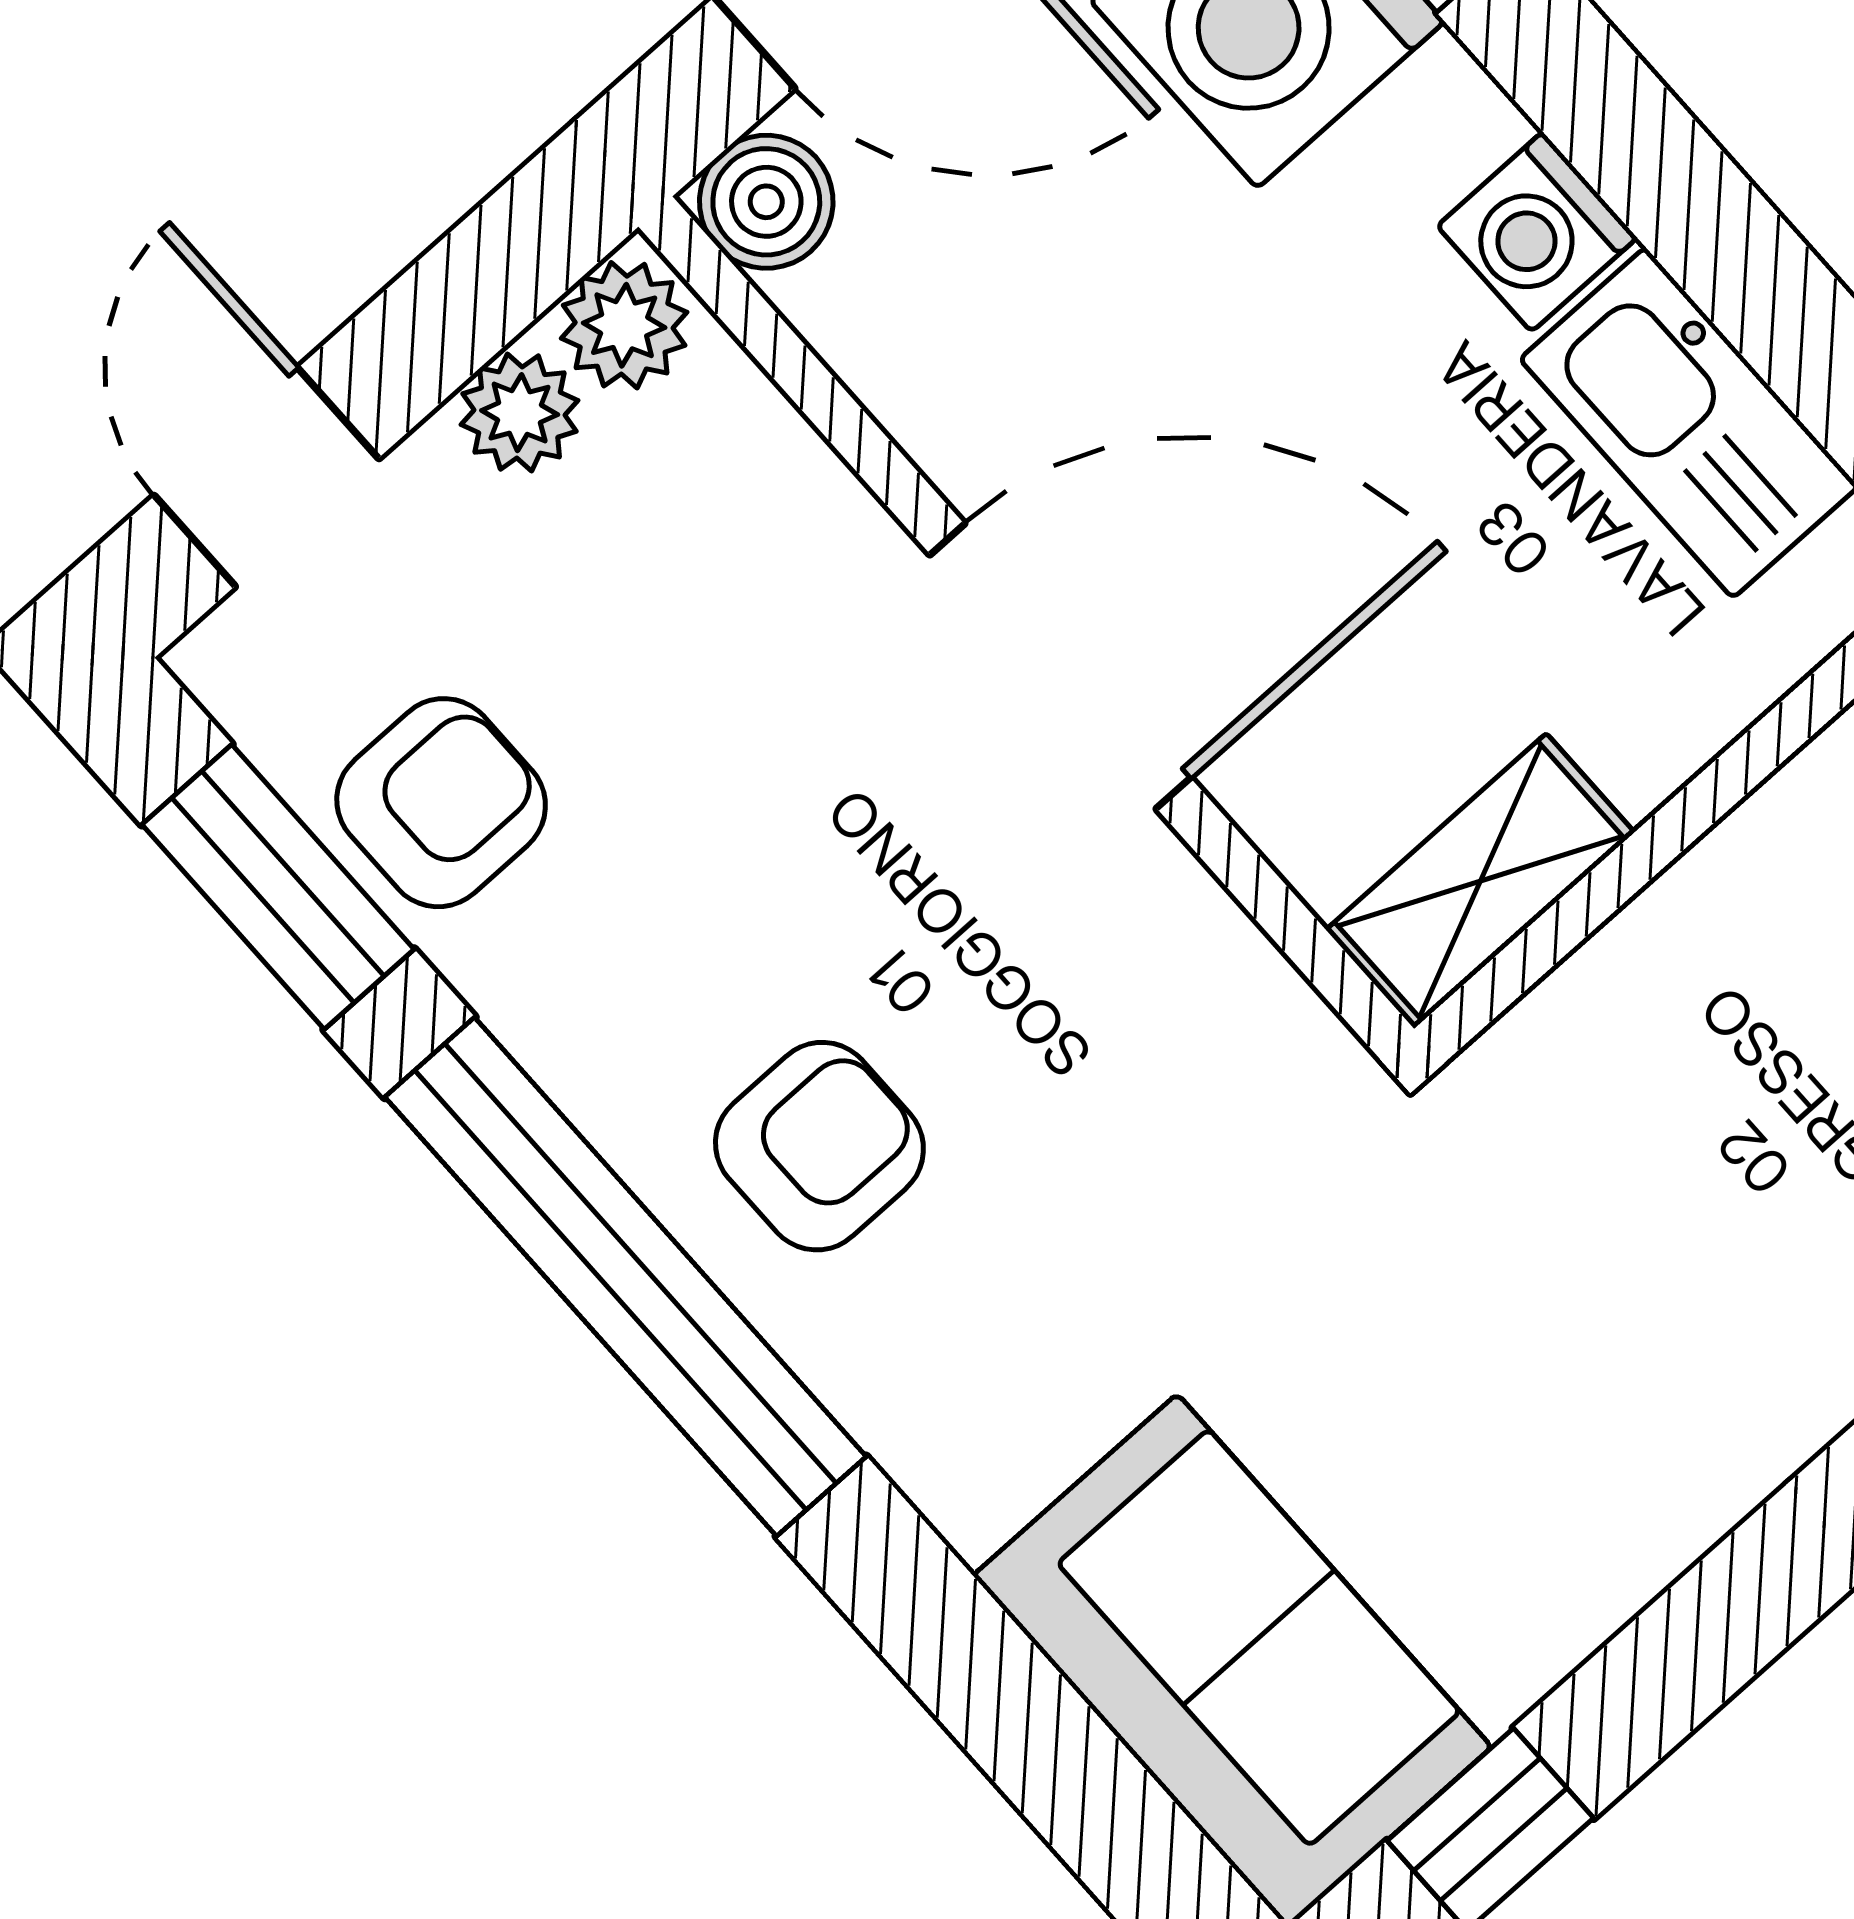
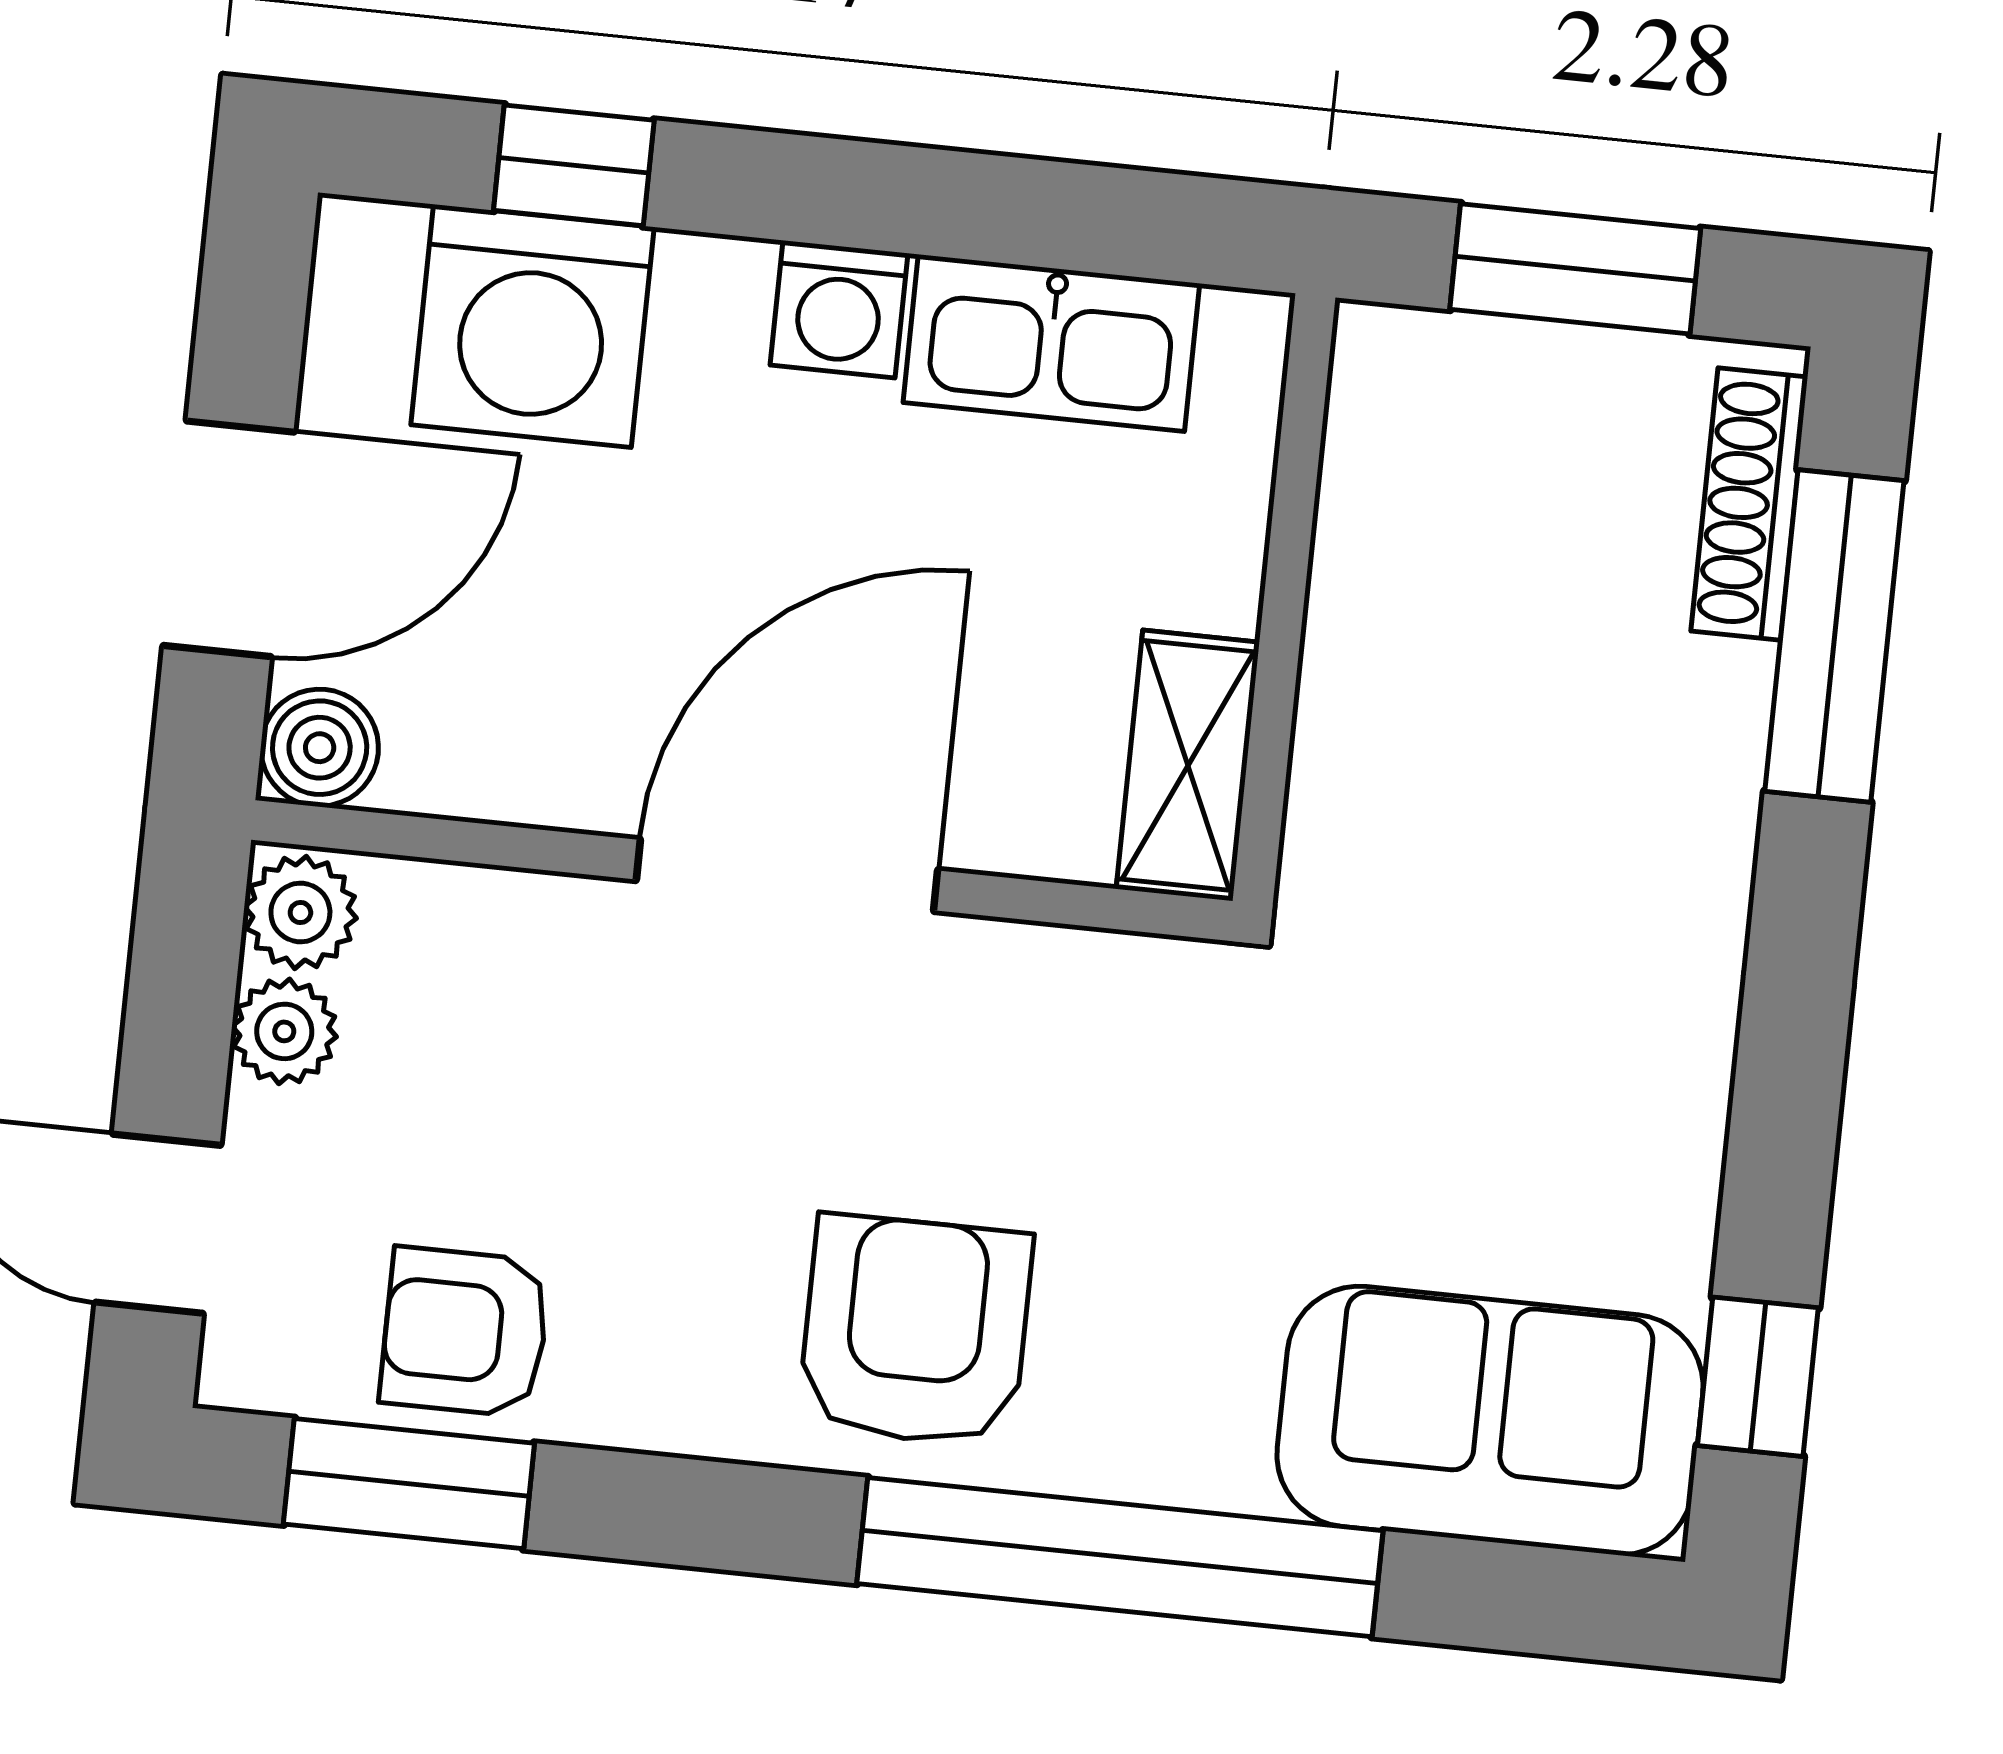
armchair: (441, 803) -> (465, 1332), turned -90
armchair: (819, 1146) -> (915, 1331), width x1.38, depth x1.38
window: (625, 1277) -> (1120, 1557), moved

